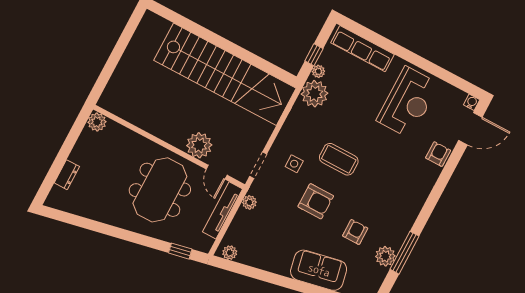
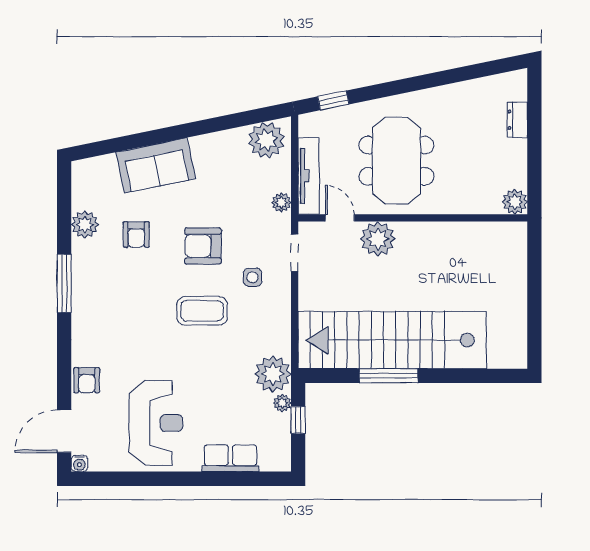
row of seats: (363, 49) -> (230, 458), width x0.68
window: (240, 52) -> (389, 376), added
reception desk: (408, 102) -> (156, 423), turned 180
plant: (230, 253) -> (266, 140), width x1.88, depth x1.88
window: (404, 253) -> (64, 283), moved

